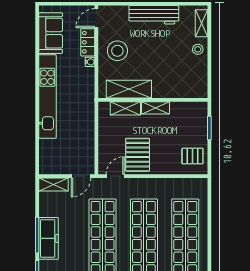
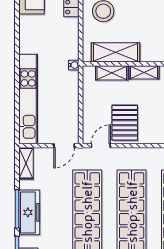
water cooler: (90, 62) -> (74, 65), moved
kitchen unit: (47, 97) -> (28, 99), moved
shelving: (53, 184) -> (26, 163), moved, turned 90

